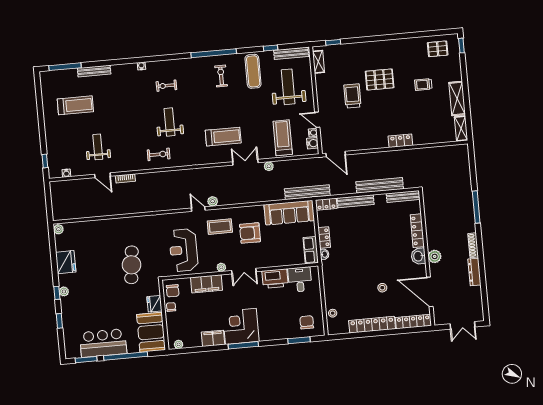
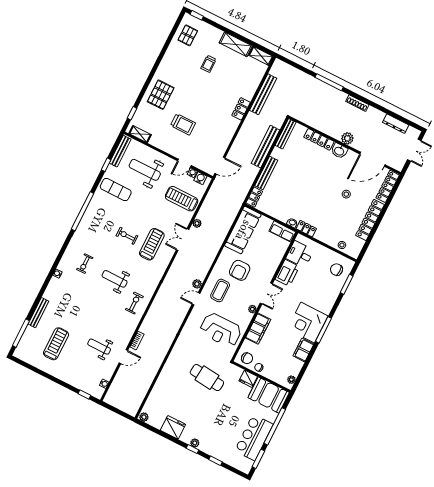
exercise bike: (221, 76) -> (127, 236), moved
pallet: (380, 80) -> (161, 95), moved
trolley: (352, 96) -> (183, 124), turned 180
bench: (307, 192) -> (263, 94), moved
locker: (324, 237) -> (306, 229), moved
dresser: (474, 272) -> (396, 124), moved

